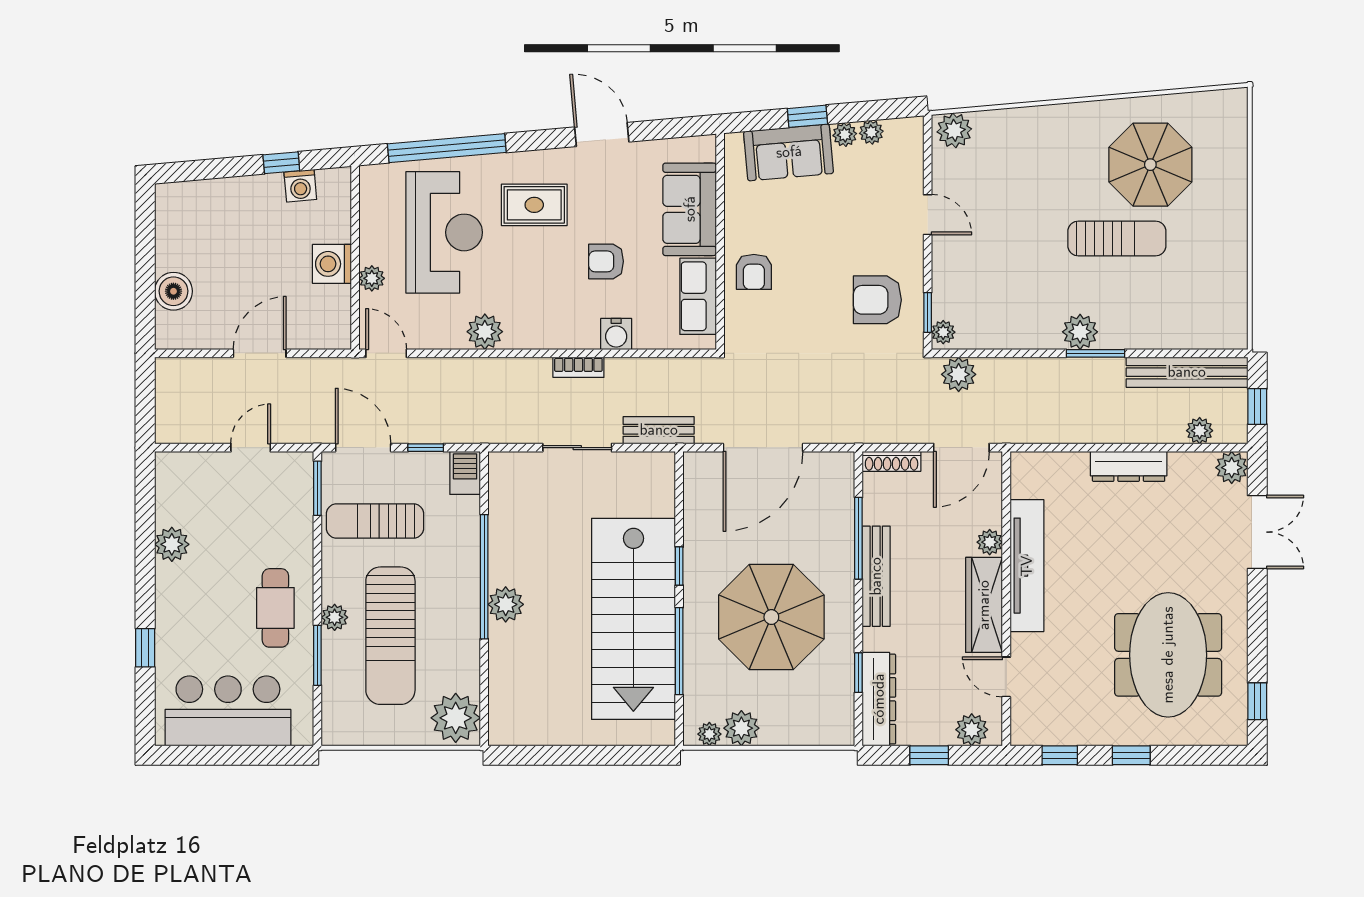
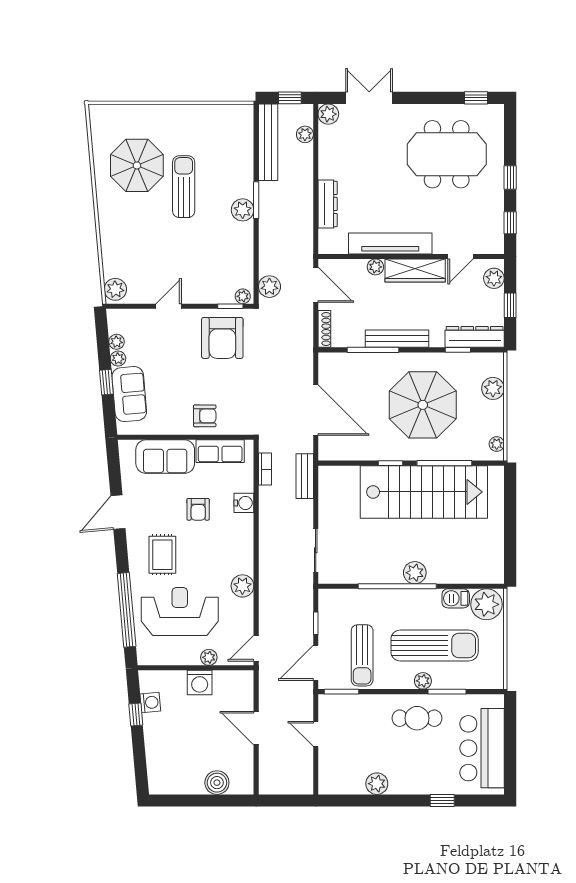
armchair: (877, 300) -> (222, 338), width x1.36, depth x1.36
bookcase: (578, 367) -> (265, 469), moved
sliding door: (577, 448) -> (316, 550), moved
dresser: (1129, 466) -> (328, 204), moved
barbecue: (465, 473) -> (456, 598), moved
plant: (741, 728) -> (493, 388), moved

